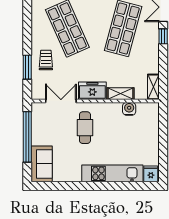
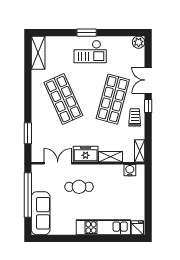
trolley: (46, 60) -> (135, 117), moved
water cooler: (129, 109) -> (130, 170), moved
cafe table: (85, 128) -> (79, 187), turned 90
sofa: (42, 164) -> (41, 213), width x1.36

